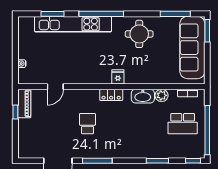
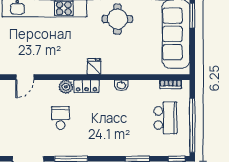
plant: (162, 95) -> (66, 87), moved
washbasin: (143, 96) -> (121, 85), width x0.52, depth x0.69
school desk: (183, 124) -> (165, 118), turned -90

